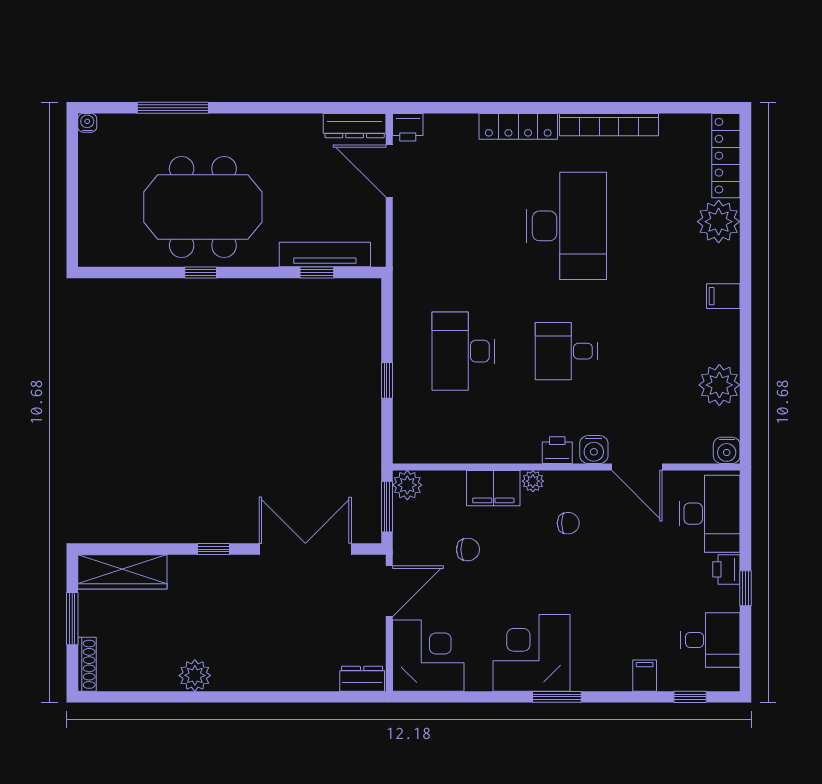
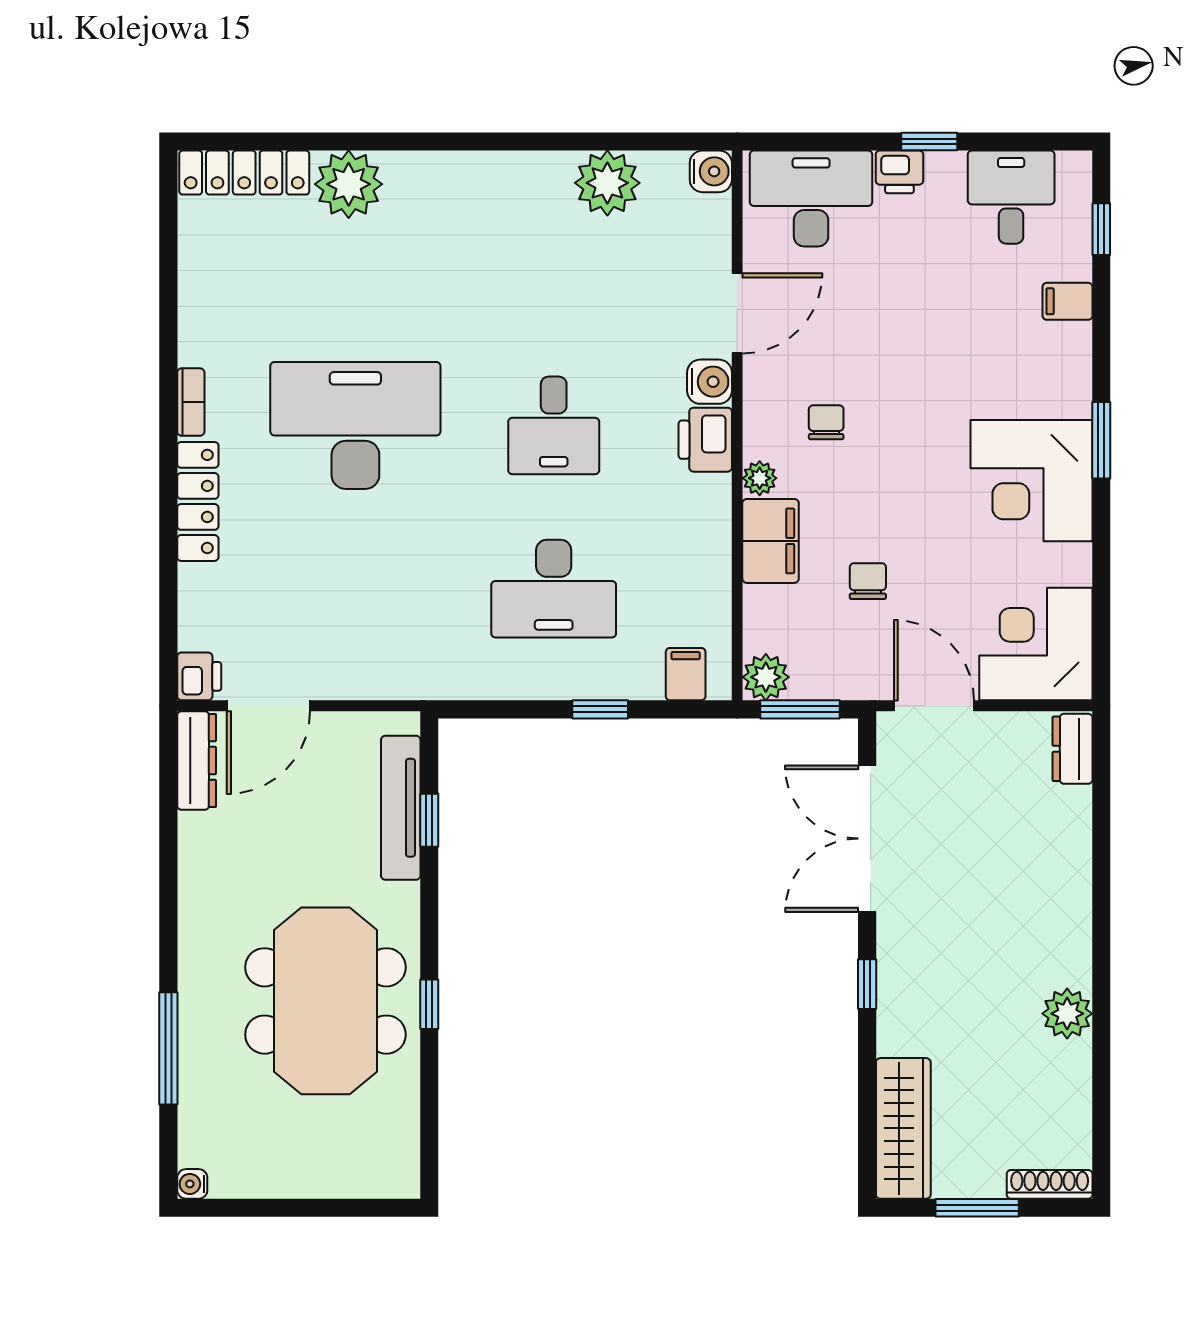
bookcase: (609, 125) -> (191, 402), width x0.43, depth x0.76
filing cabinet: (723, 296) -> (686, 674), moved, turned 180
printer: (557, 450) -> (705, 440), width x1.36, depth x1.24

